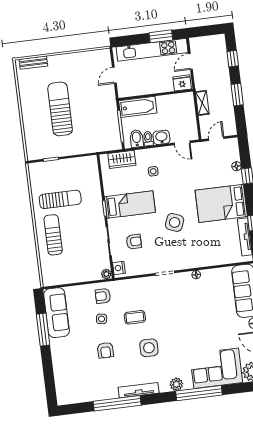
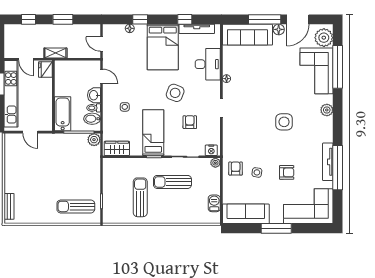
shelving: (202, 103) -> (55, 53), moved
sun lounger: (60, 109) -> (76, 206), moved, width x0.73, depth x0.75
plant: (115, 143) -> (94, 140), added
door: (182, 143) -> (102, 77), hinge flipped
wardrobe: (122, 159) -> (117, 148), moved, turned -90
sun lounger: (53, 235) -> (172, 182), moved
armchair: (134, 242) -> (190, 122), moved
desk: (209, 253) -> (208, 64), added
barbecue: (63, 278) -> (214, 203), added
armchair: (103, 296) -> (236, 169), turned 180
coffee table: (135, 317) -> (259, 141), removed
window: (43, 330) -> (276, 228), moved
side table: (149, 348) -> (284, 122), moved
corner sofa: (73, 377) -> (308, 206), added
tv unit: (139, 390) -> (328, 162), moved
window: (199, 393) -> (338, 67), moved

